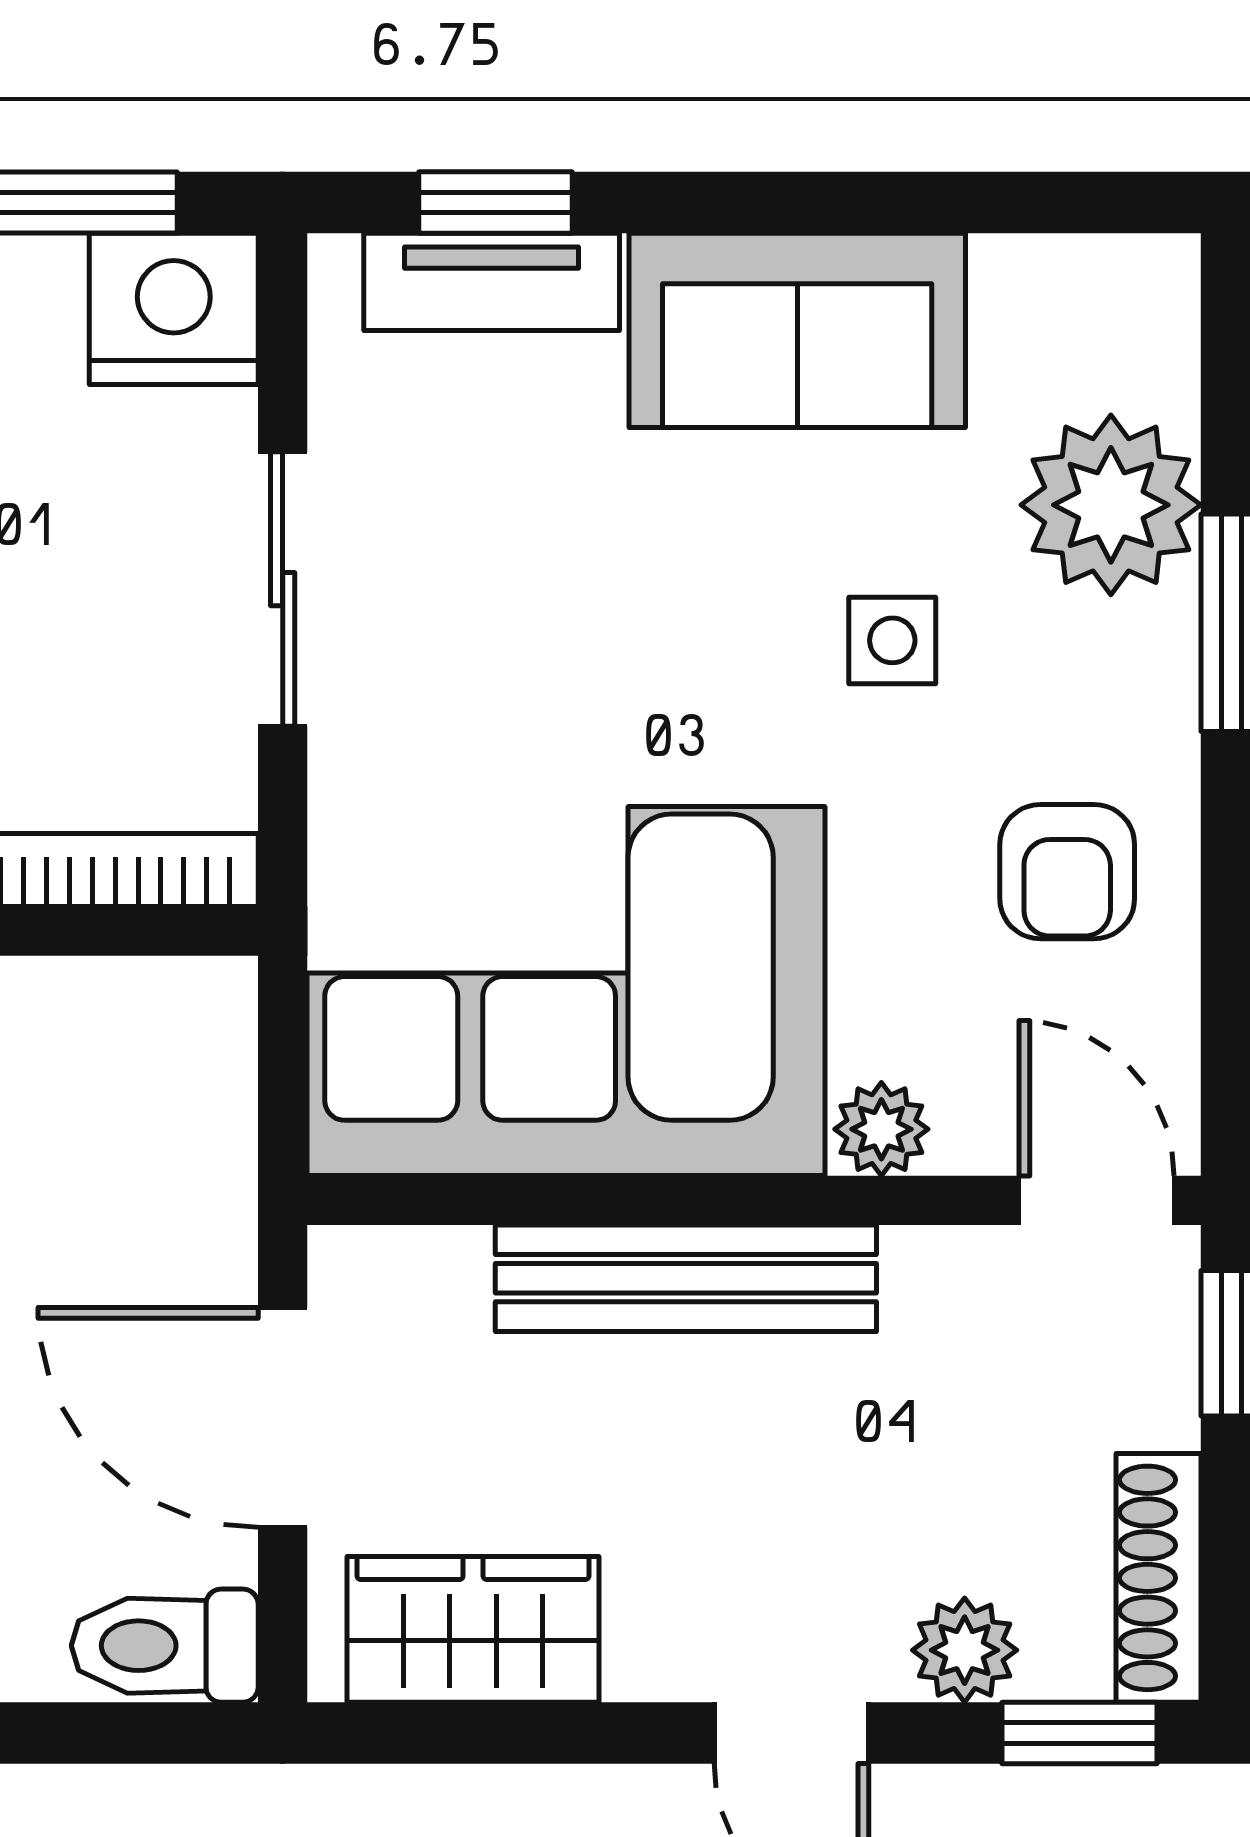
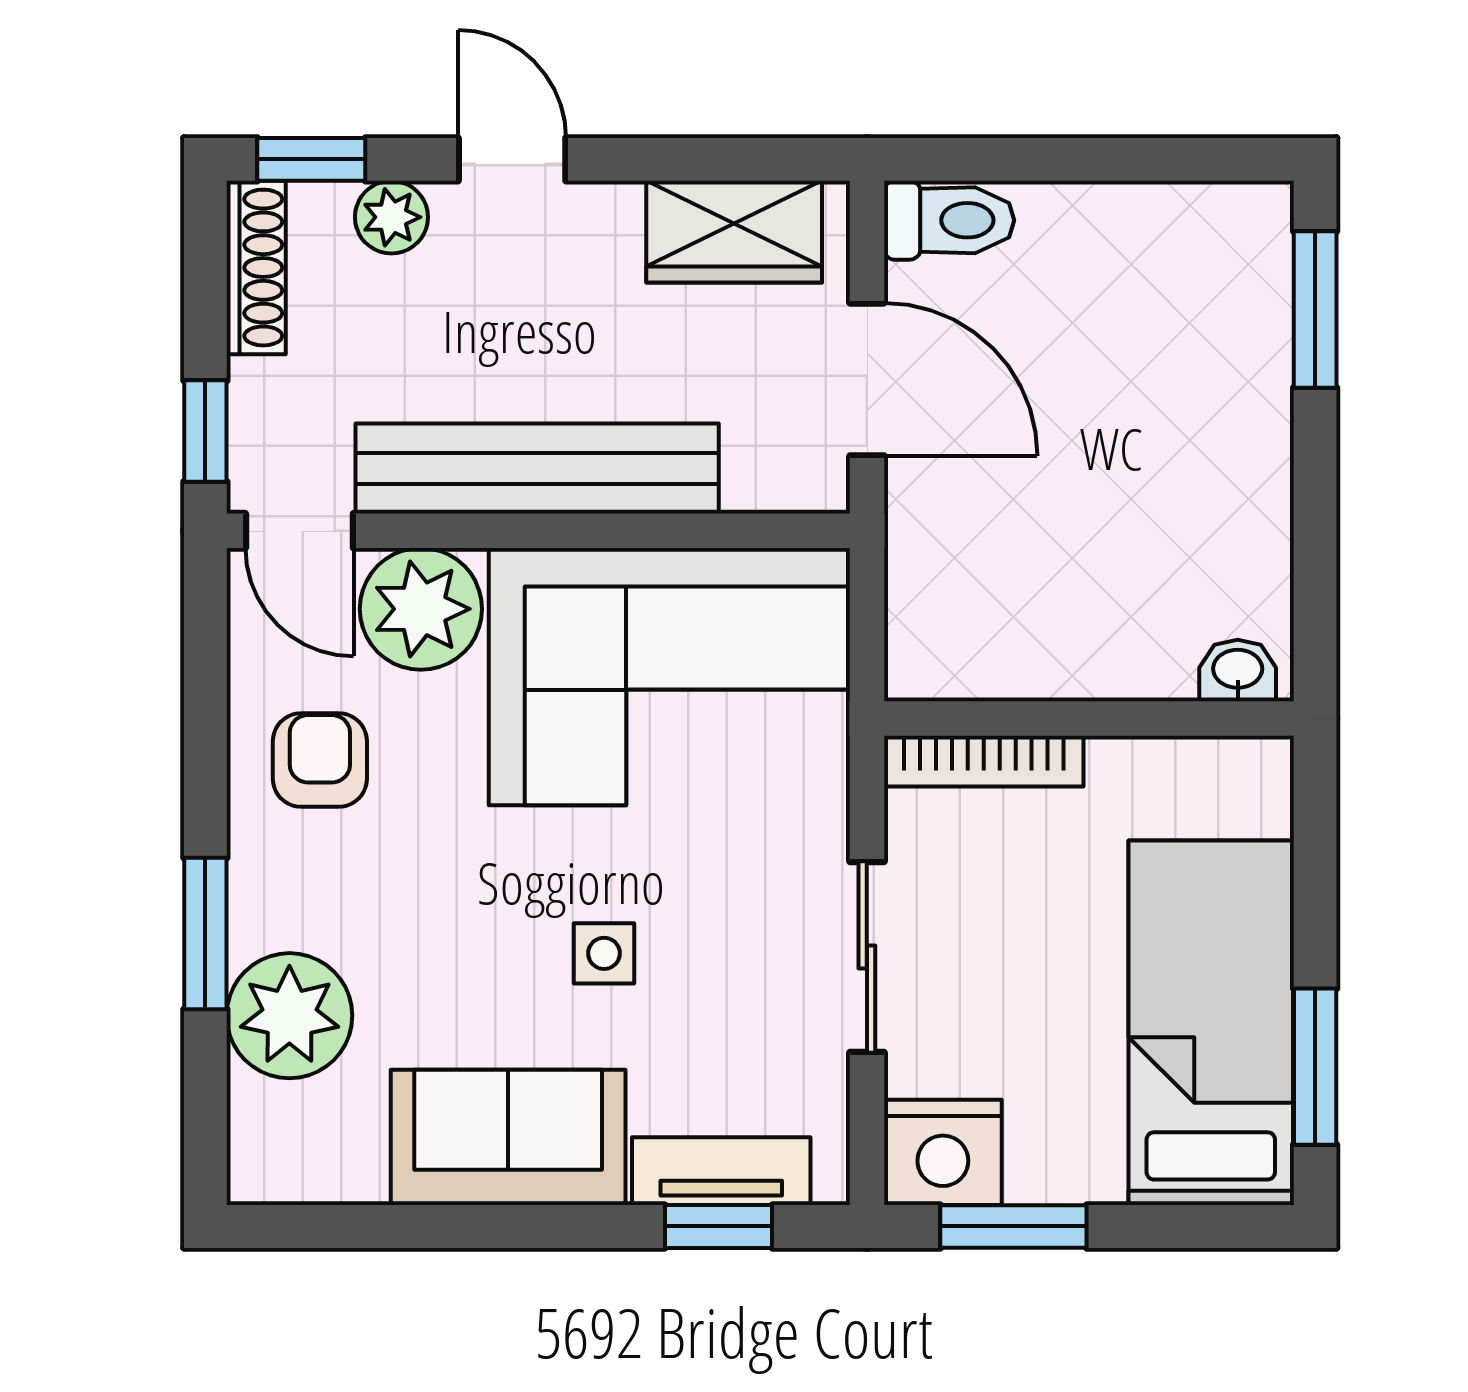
side table: (892, 640) -> (604, 953), moved
plant: (881, 1129) -> (421, 609), width x1.88, depth x1.88
bench: (686, 1278) -> (537, 469), width x1.37, depth x1.21

